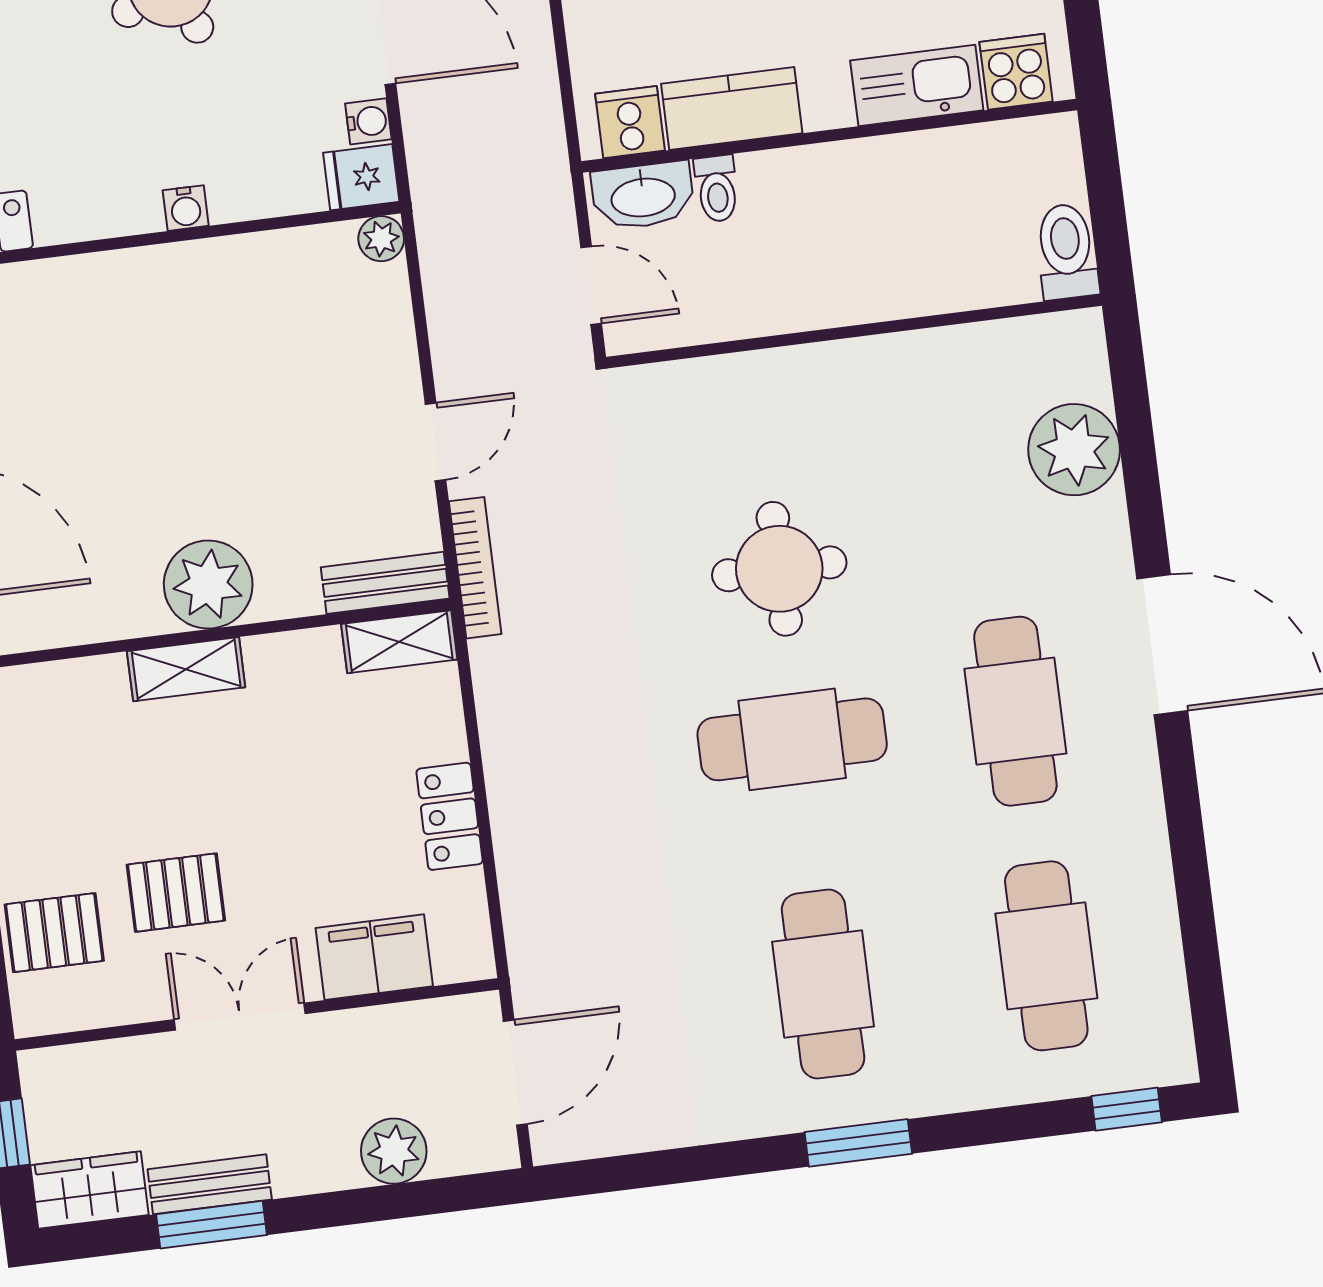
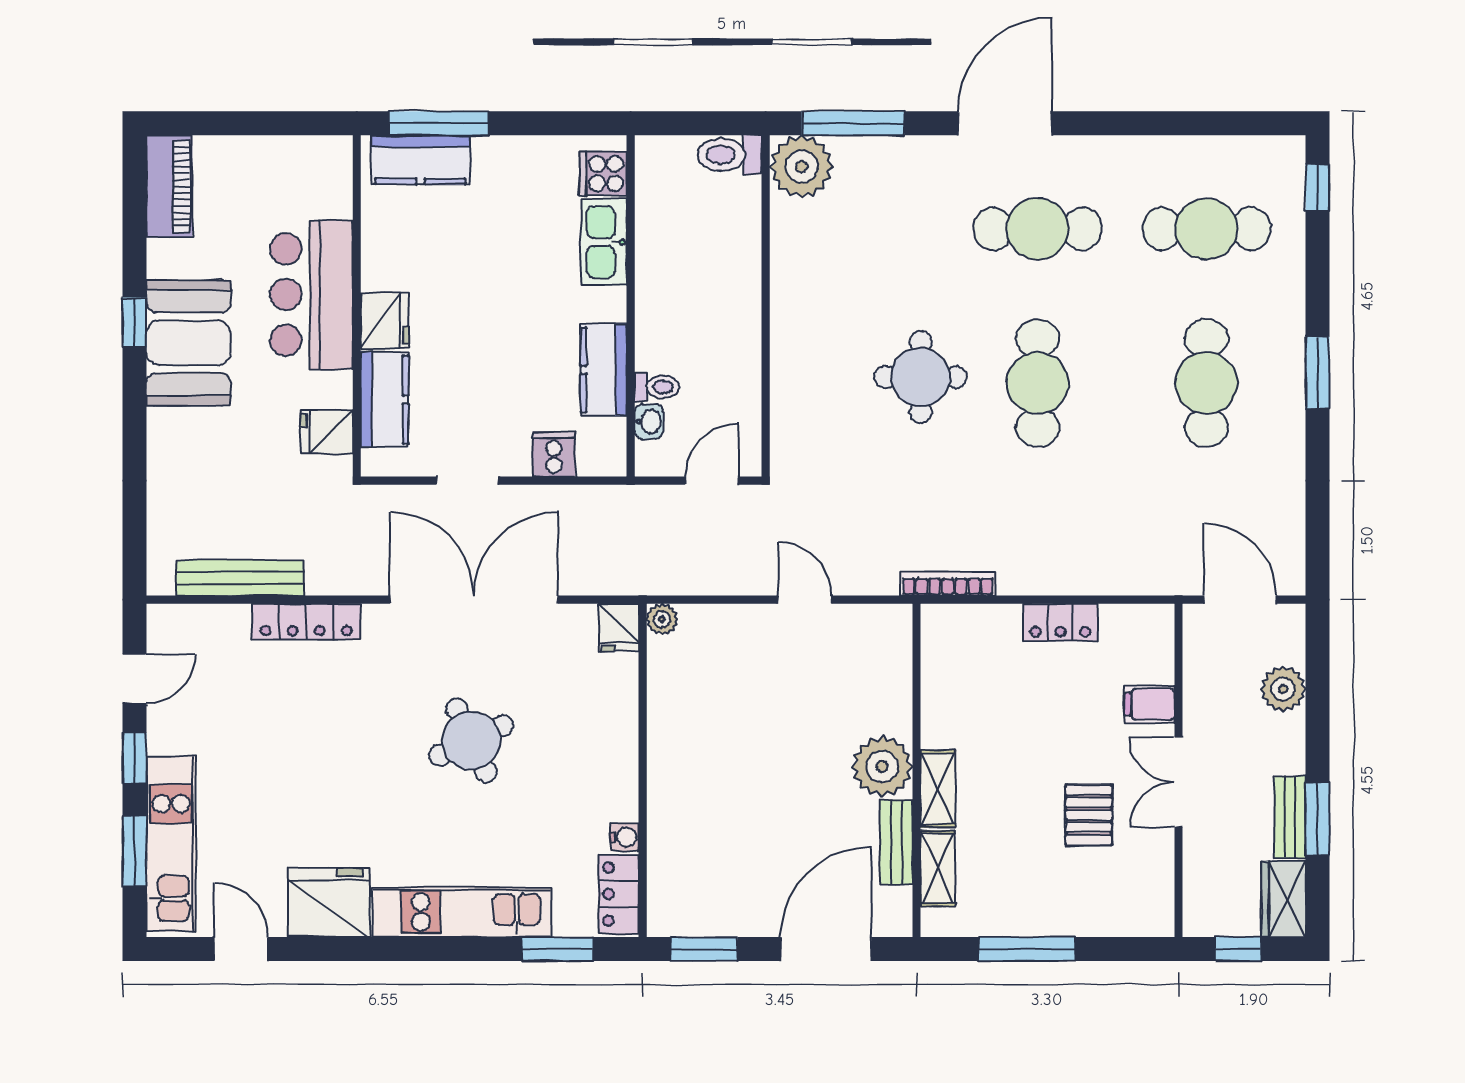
water cooler: (368, 121) -> (581, 618), removed
cooker: (630, 122) -> (554, 454), moved, turned 90
washbasin: (643, 196) -> (649, 422), width x0.52, depth x0.69
water cooler: (186, 208) -> (625, 837), moved
window: (1135, 425) -> (853, 123), added
plant: (1074, 450) -> (802, 167), moved
bookcase: (475, 568) -> (948, 584), moved
bench: (385, 583) -> (896, 842), moved
shelving: (399, 642) -> (938, 868), moved
pallet: (54, 933) -> (1105, 901), removed
filing cabinet: (374, 957) -> (1150, 704), width x0.50
cafe table: (823, 984) -> (1206, 383), turned 90

